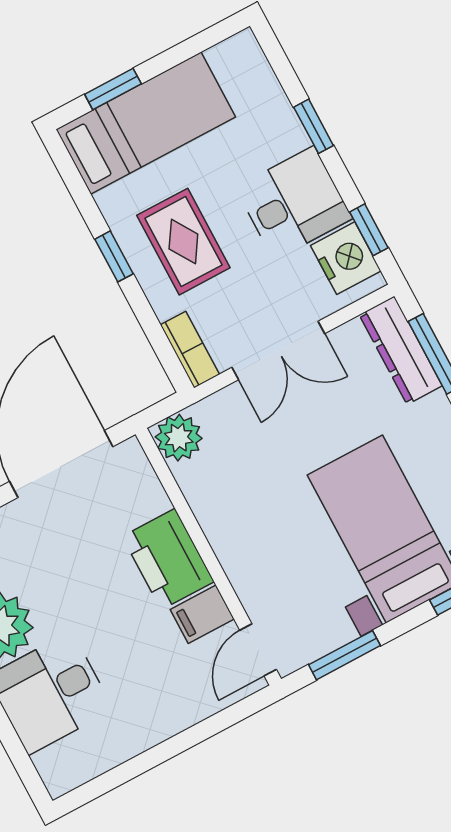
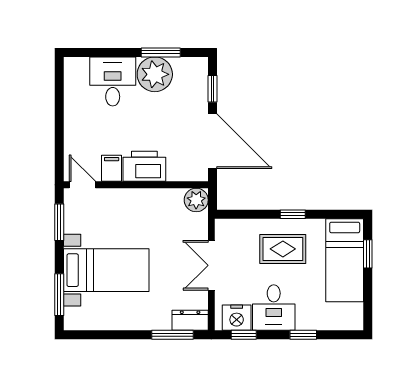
bookcase: (190, 350) -> (233, 226), removed
dresser: (401, 350) -> (190, 320), width x0.70

